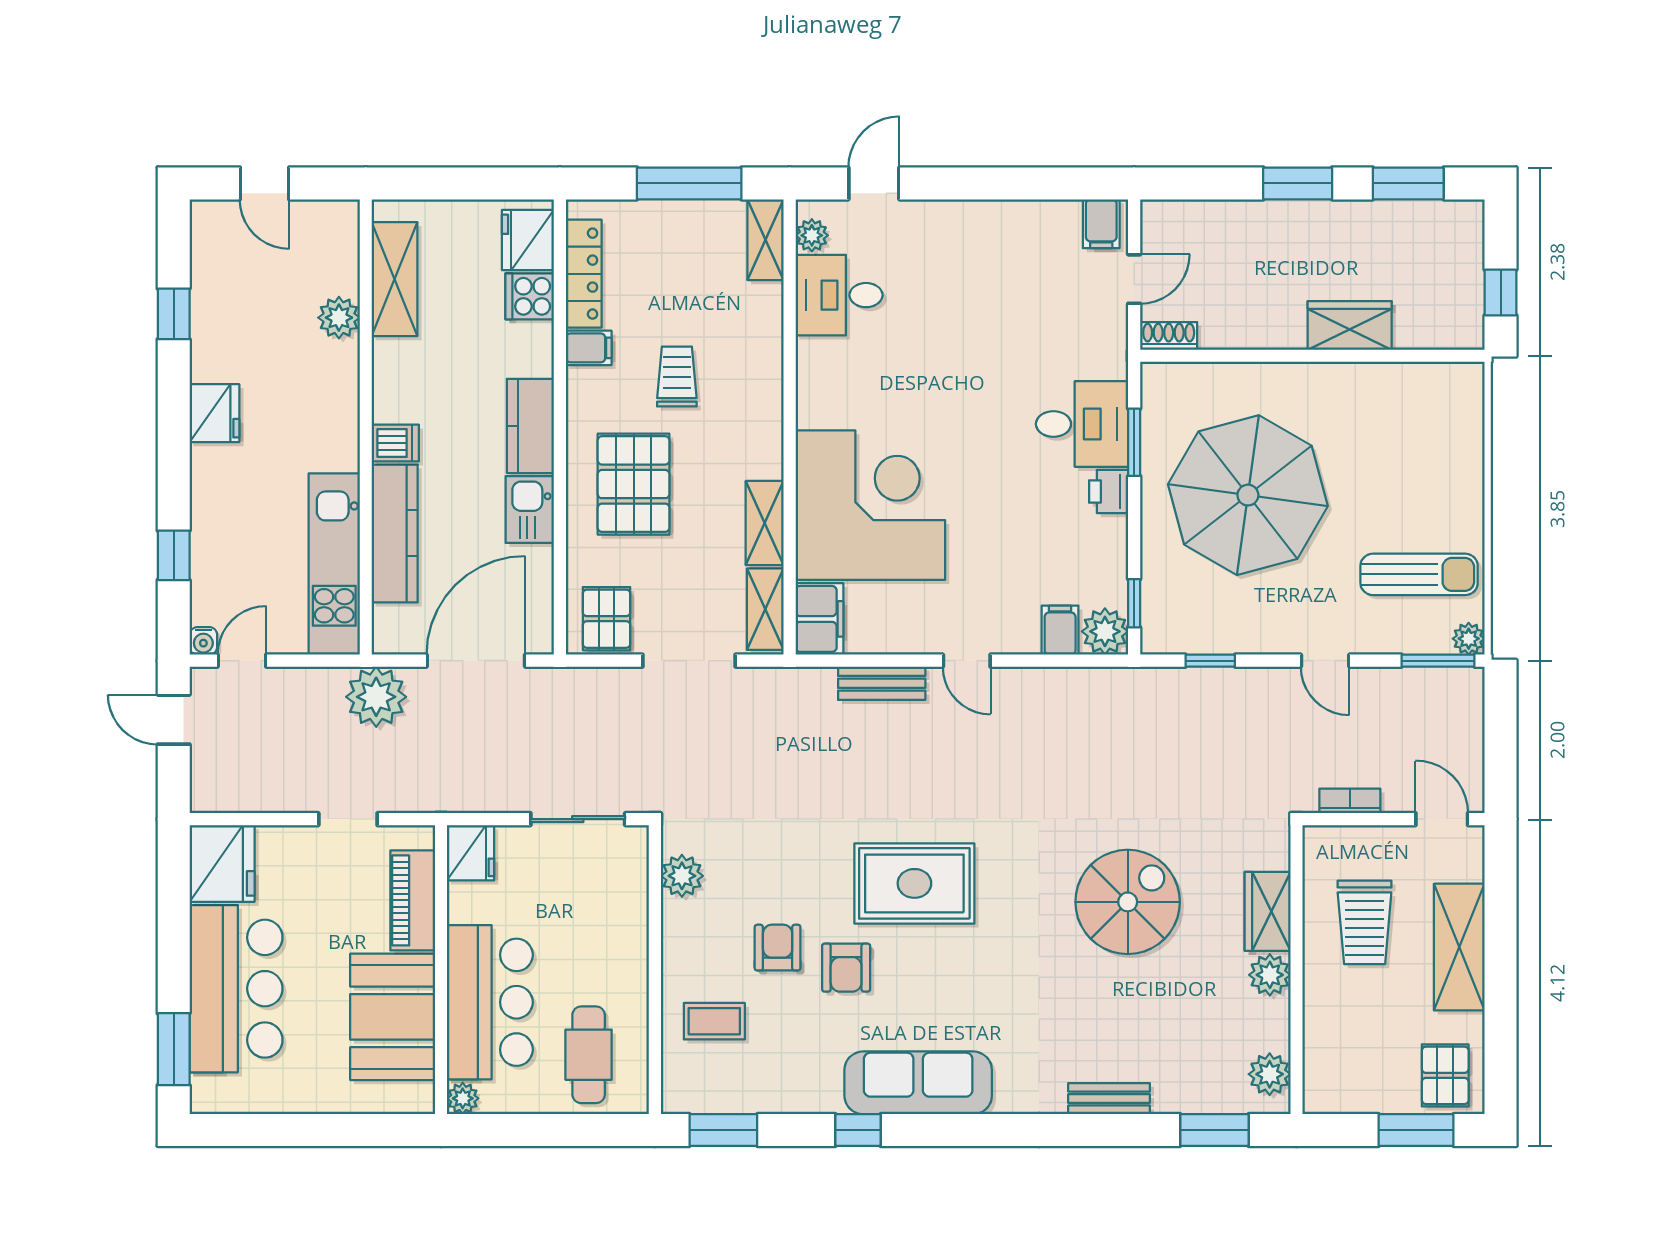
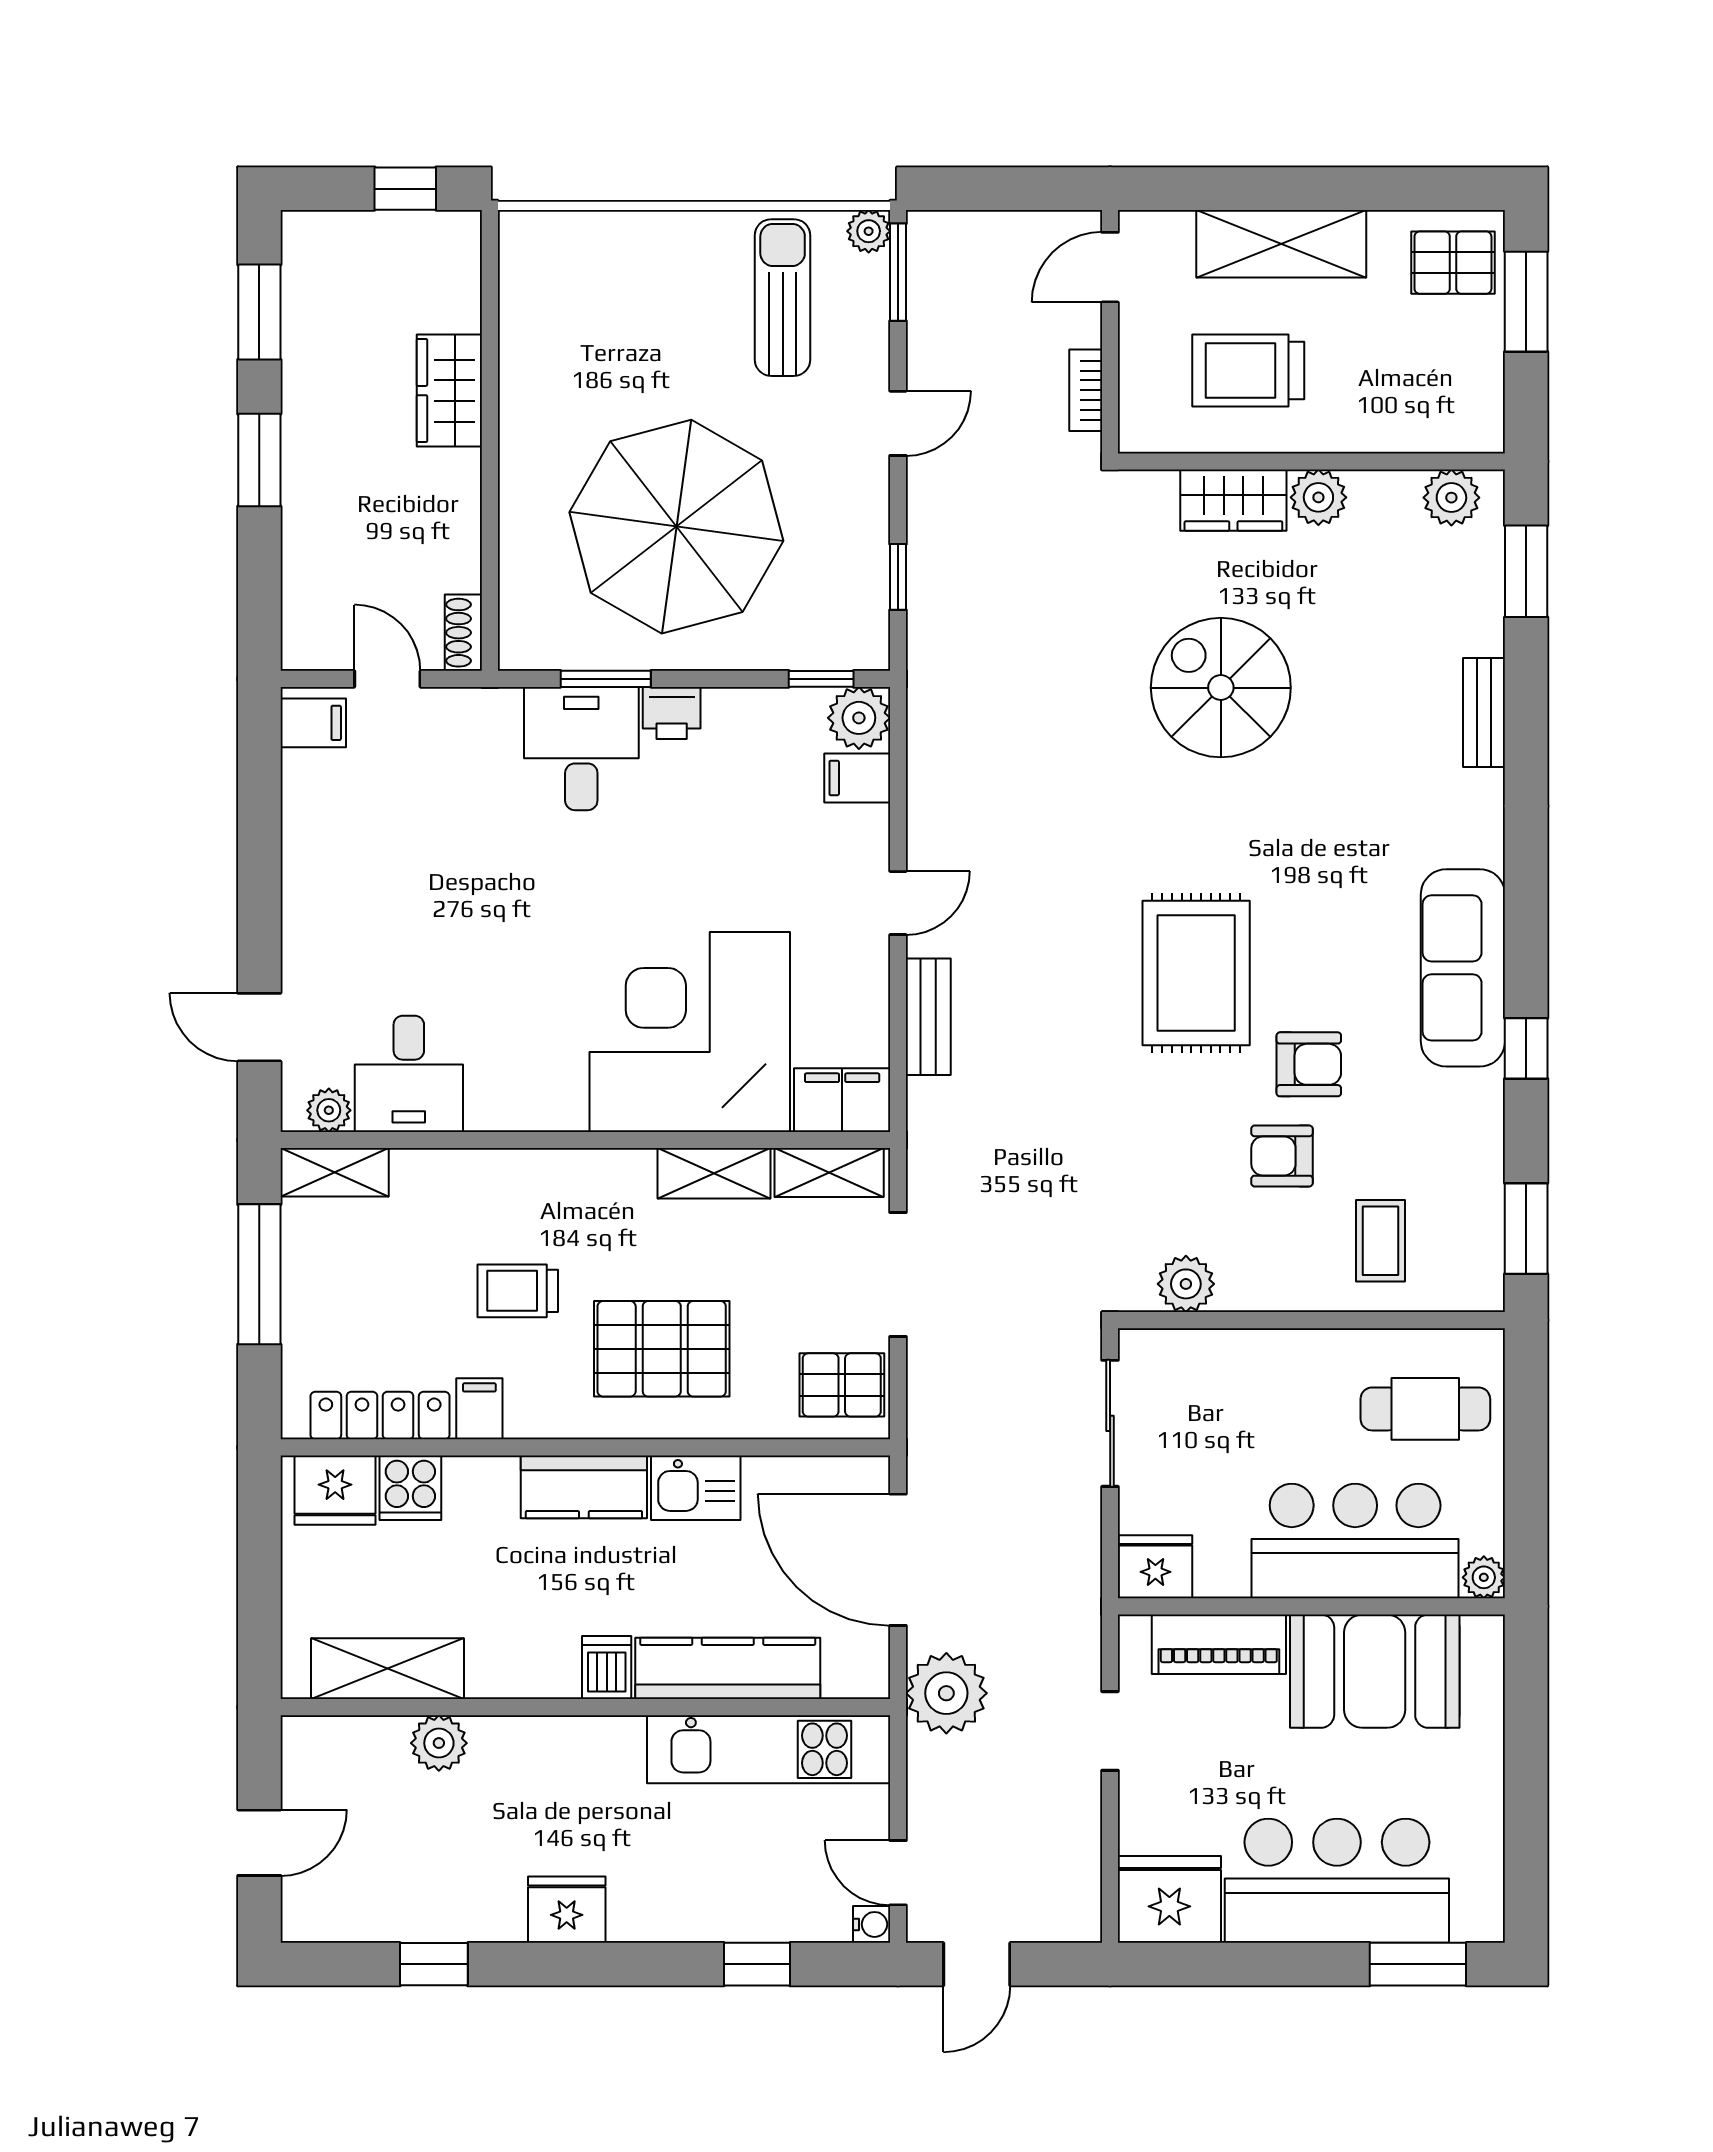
trolley: (1365, 922) -> (1248, 371), turned 180

